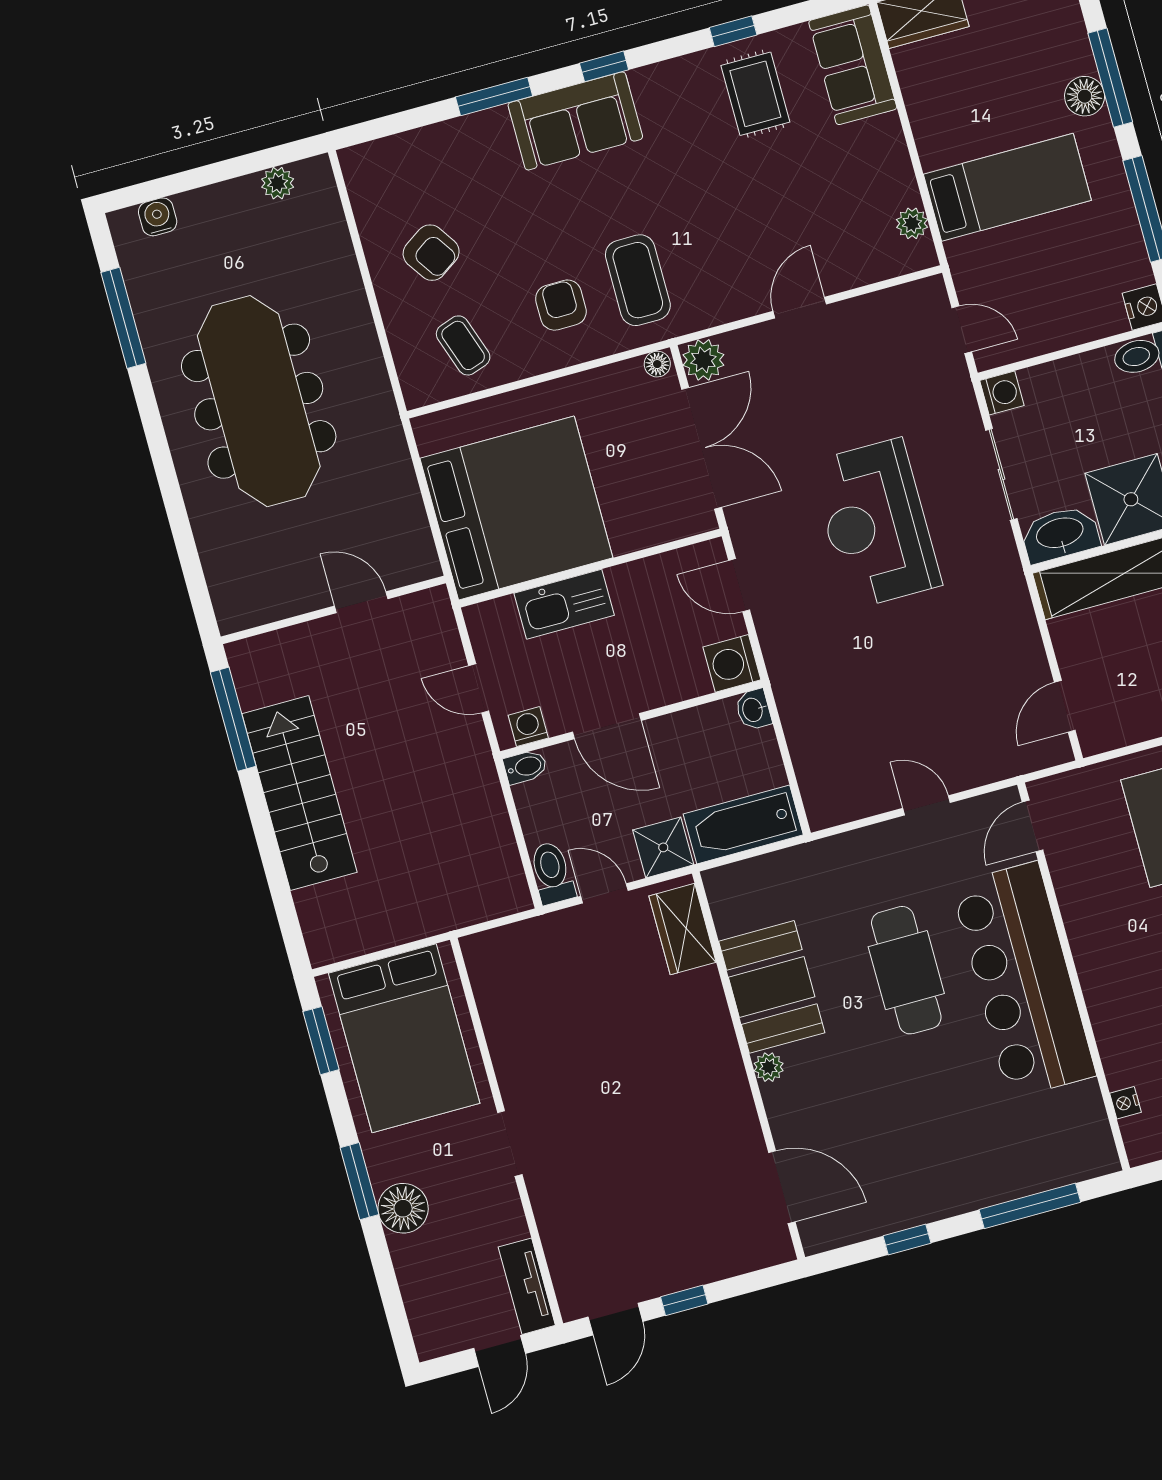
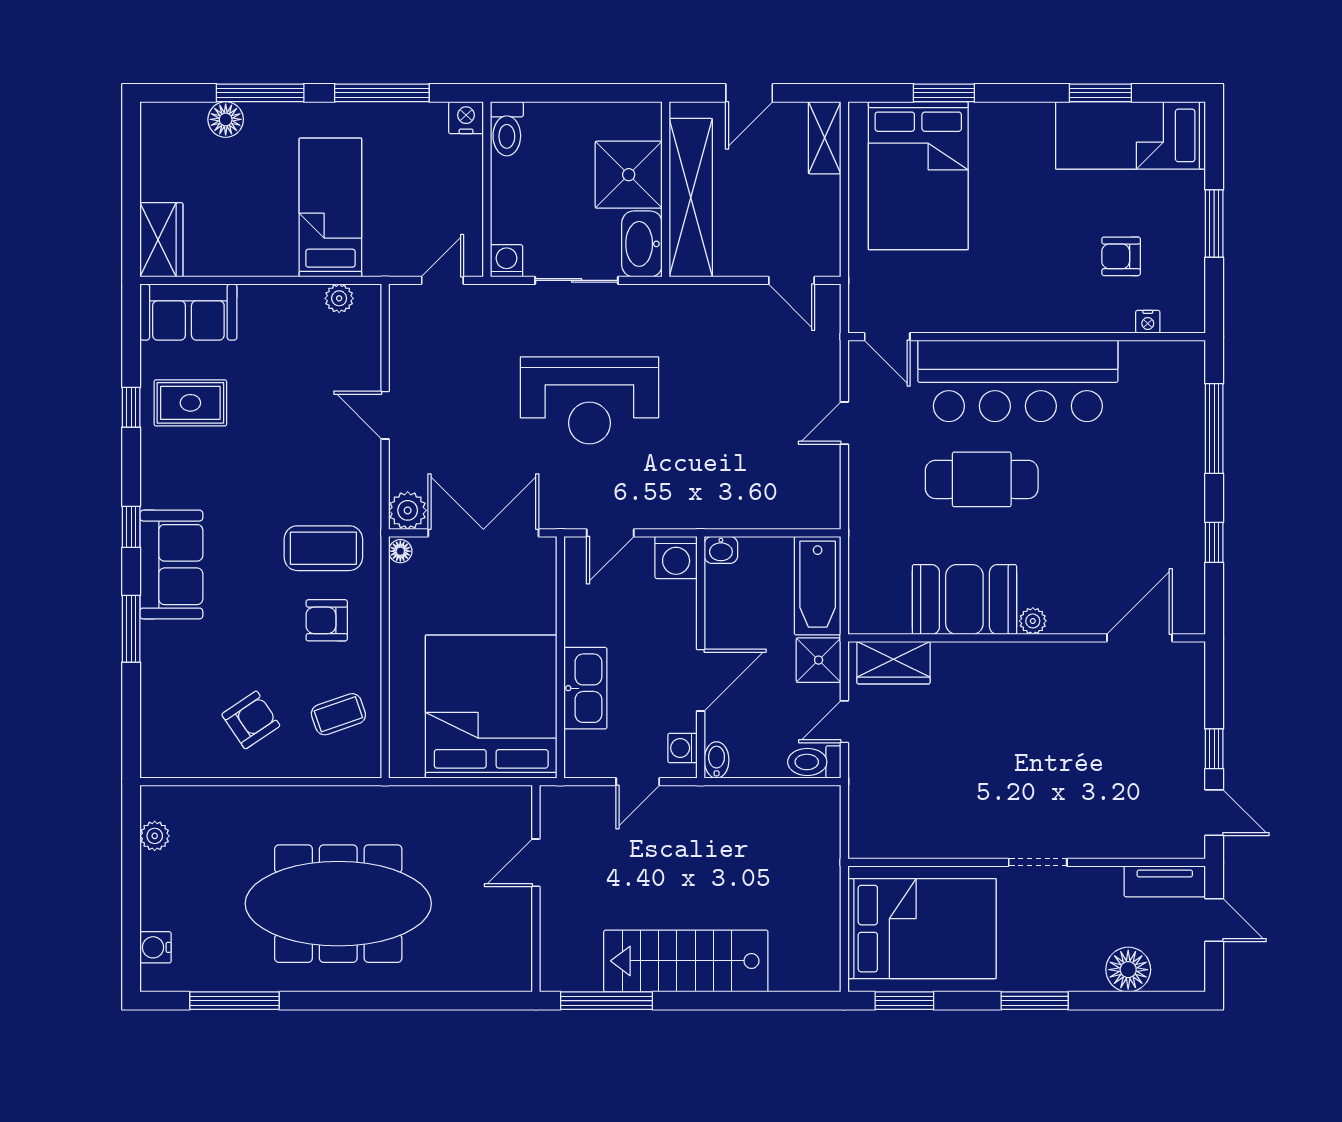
floor lamp: (1085, 96) -> (226, 119), moved
floor lamp: (403, 1208) -> (1128, 970), moved

